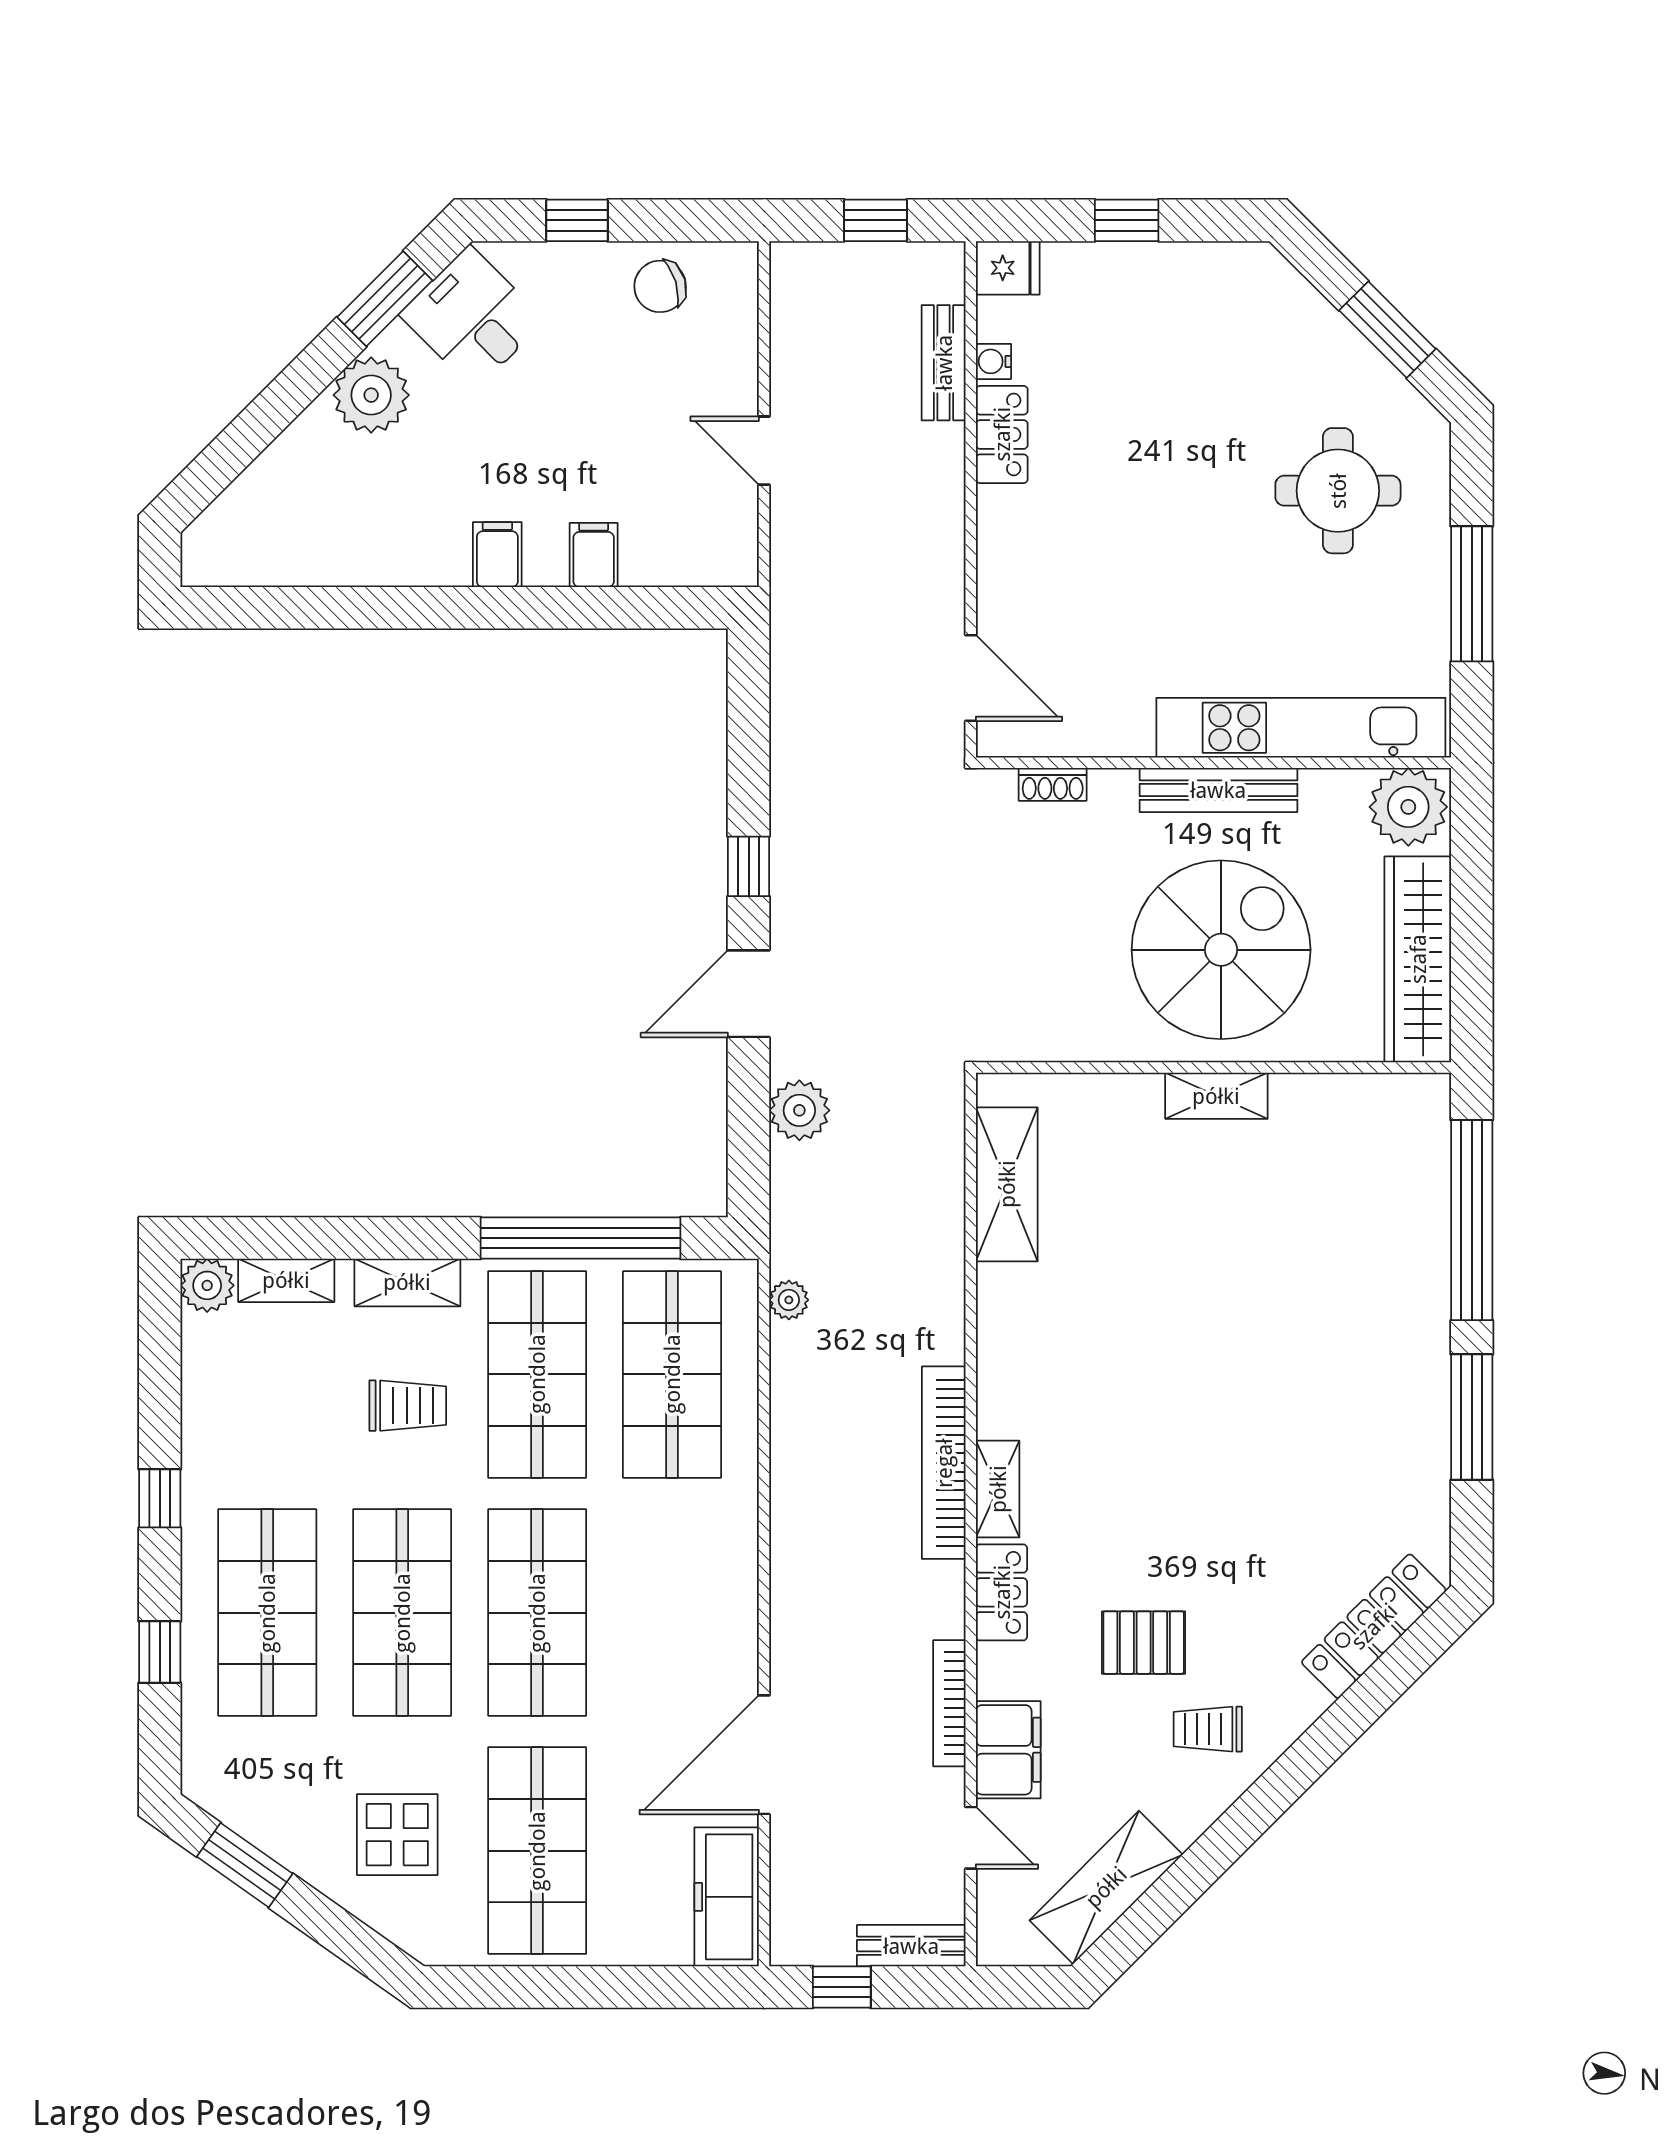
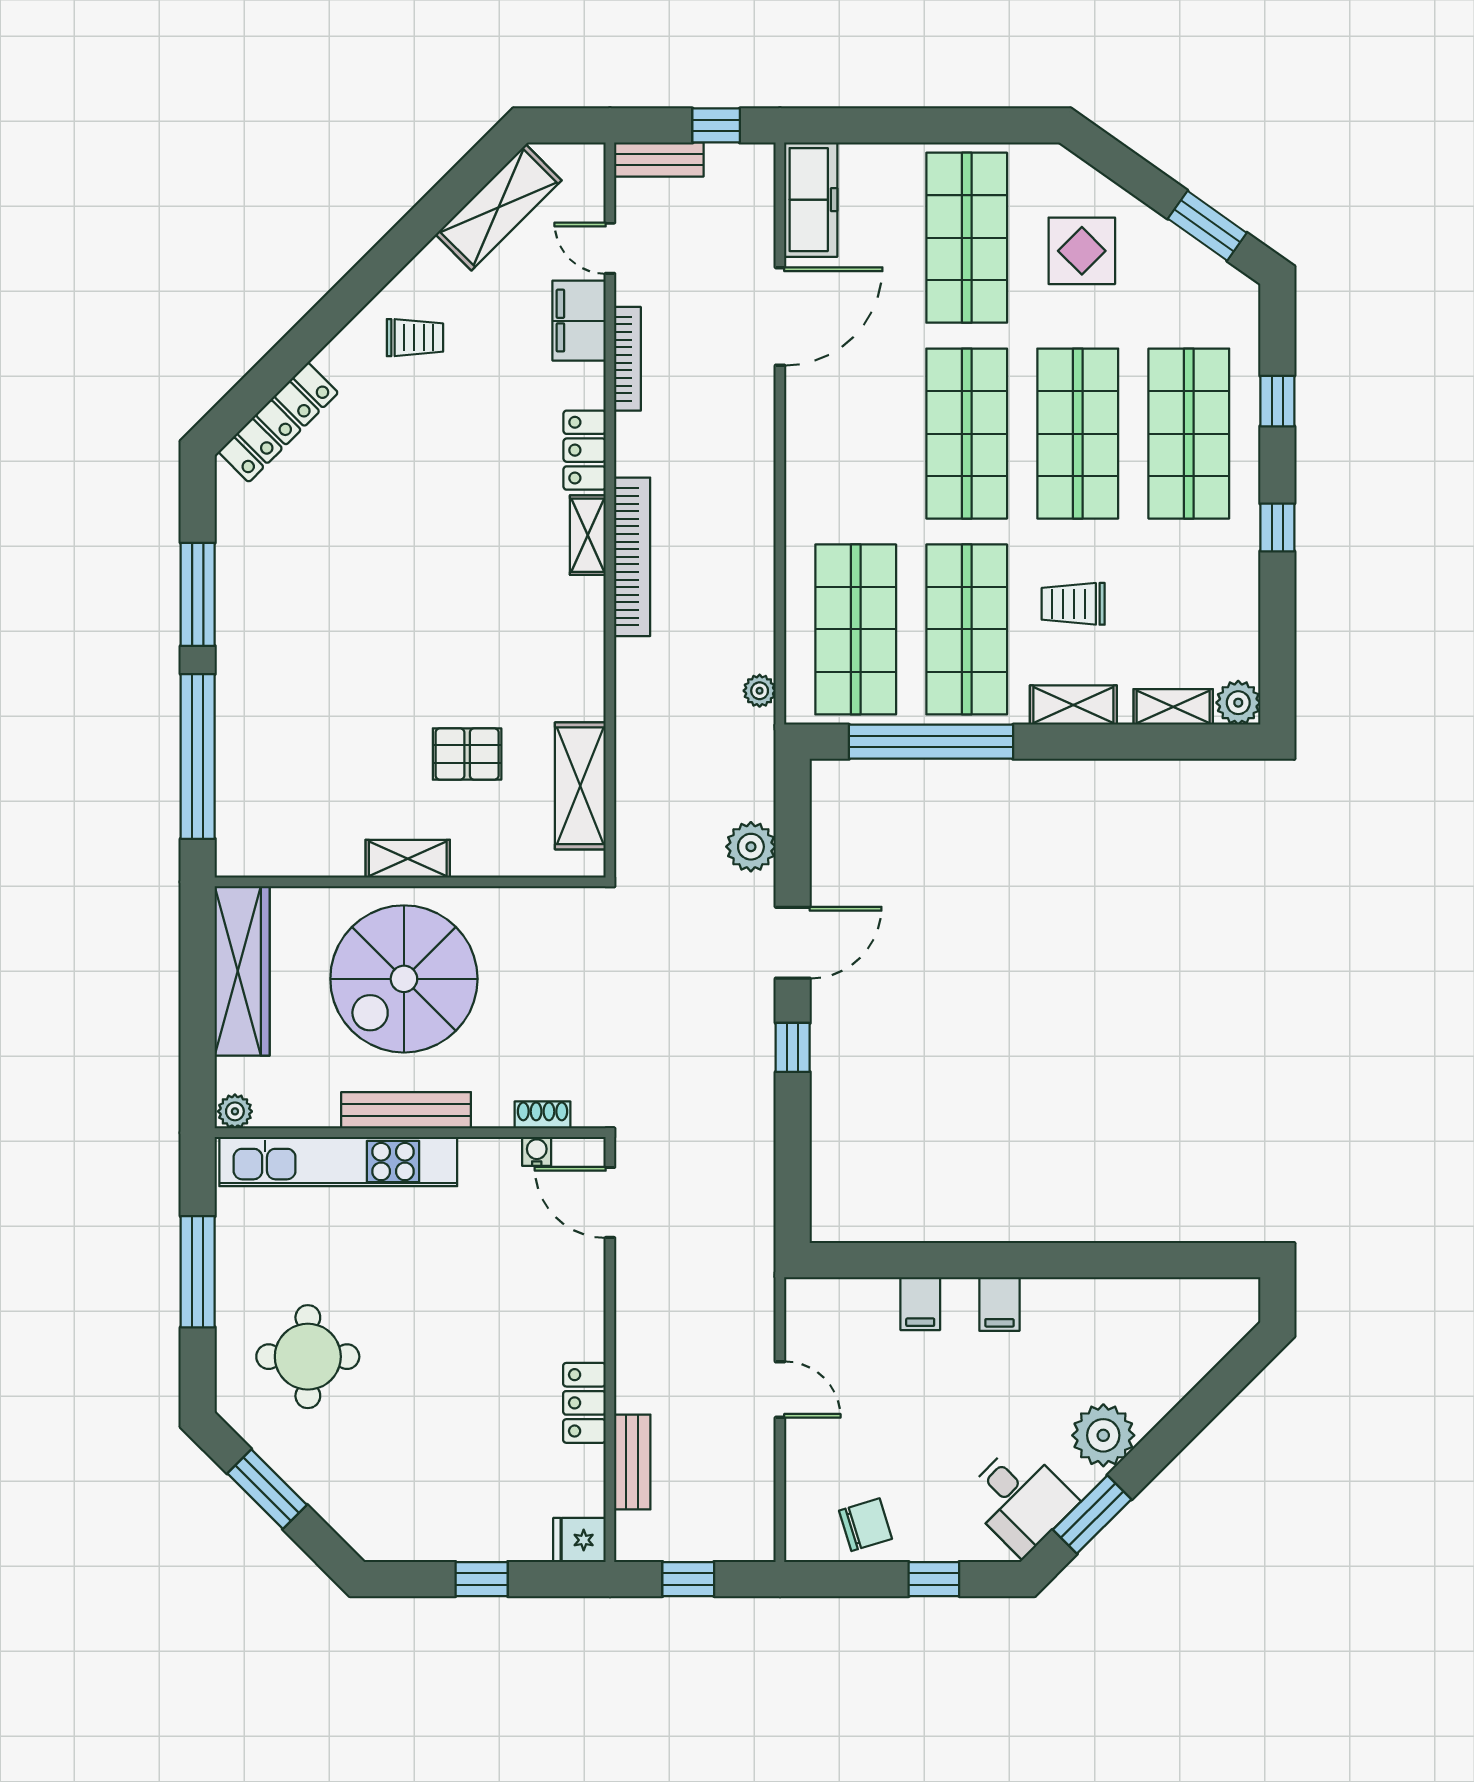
water cooler: (993, 361) -> (537, 1151), moved, turned -90
plant: (1408, 807) -> (235, 1111), width x0.53, depth x0.53
pallet: (1144, 1643) -> (467, 754), moved

